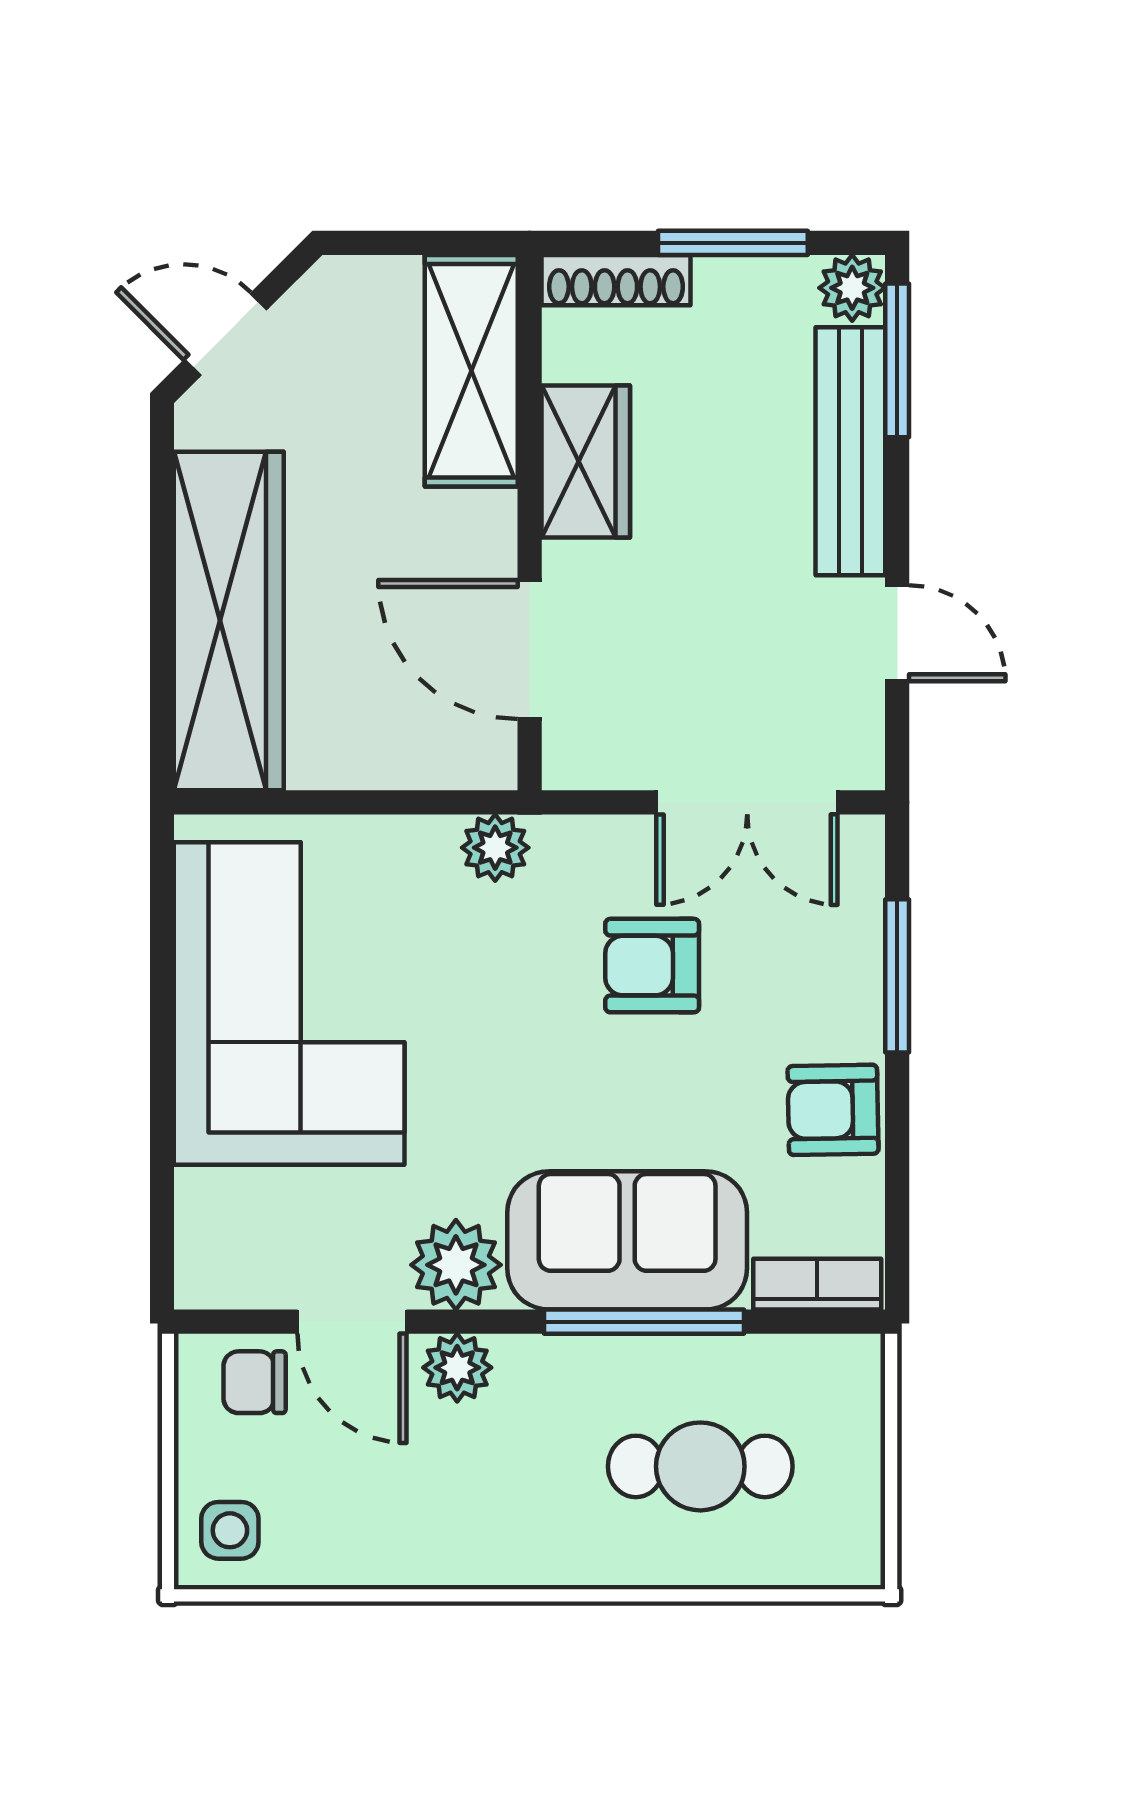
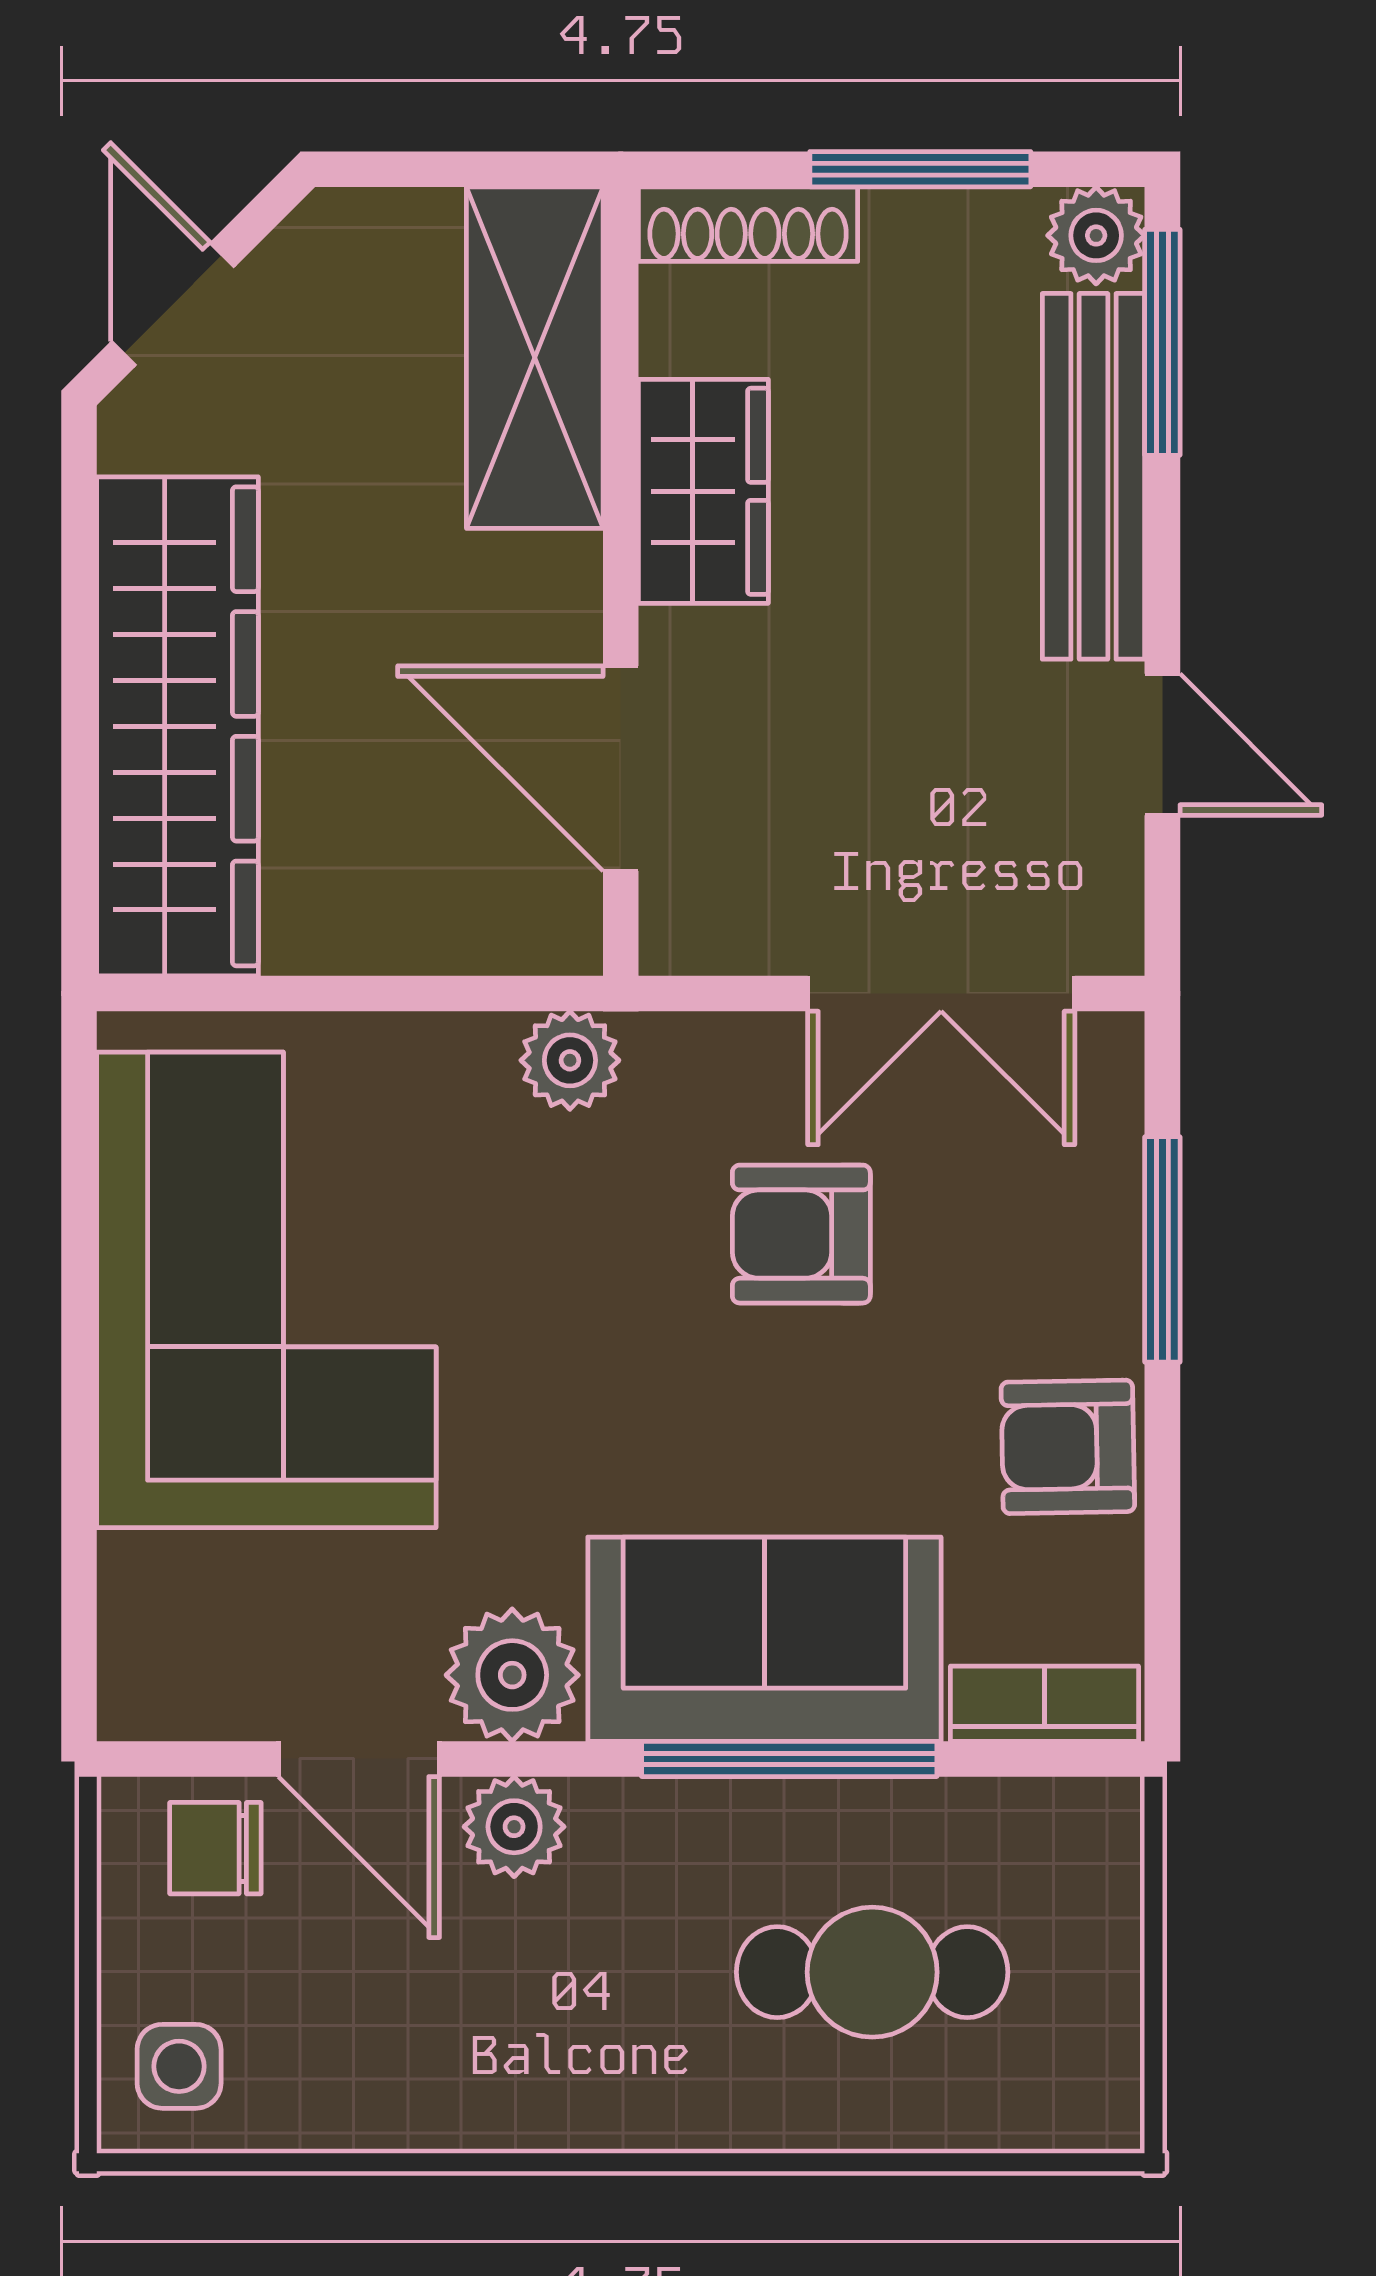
door: (226, 335) -> (173, 304), hinge flipped

